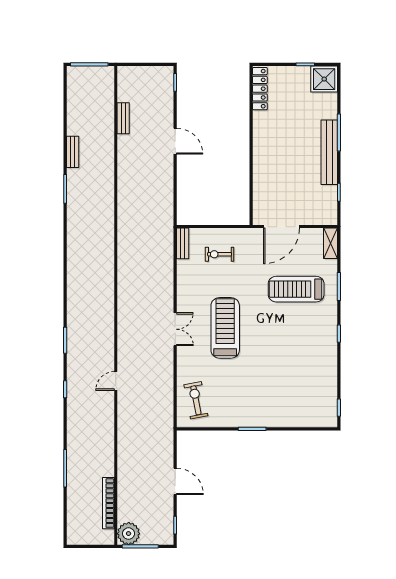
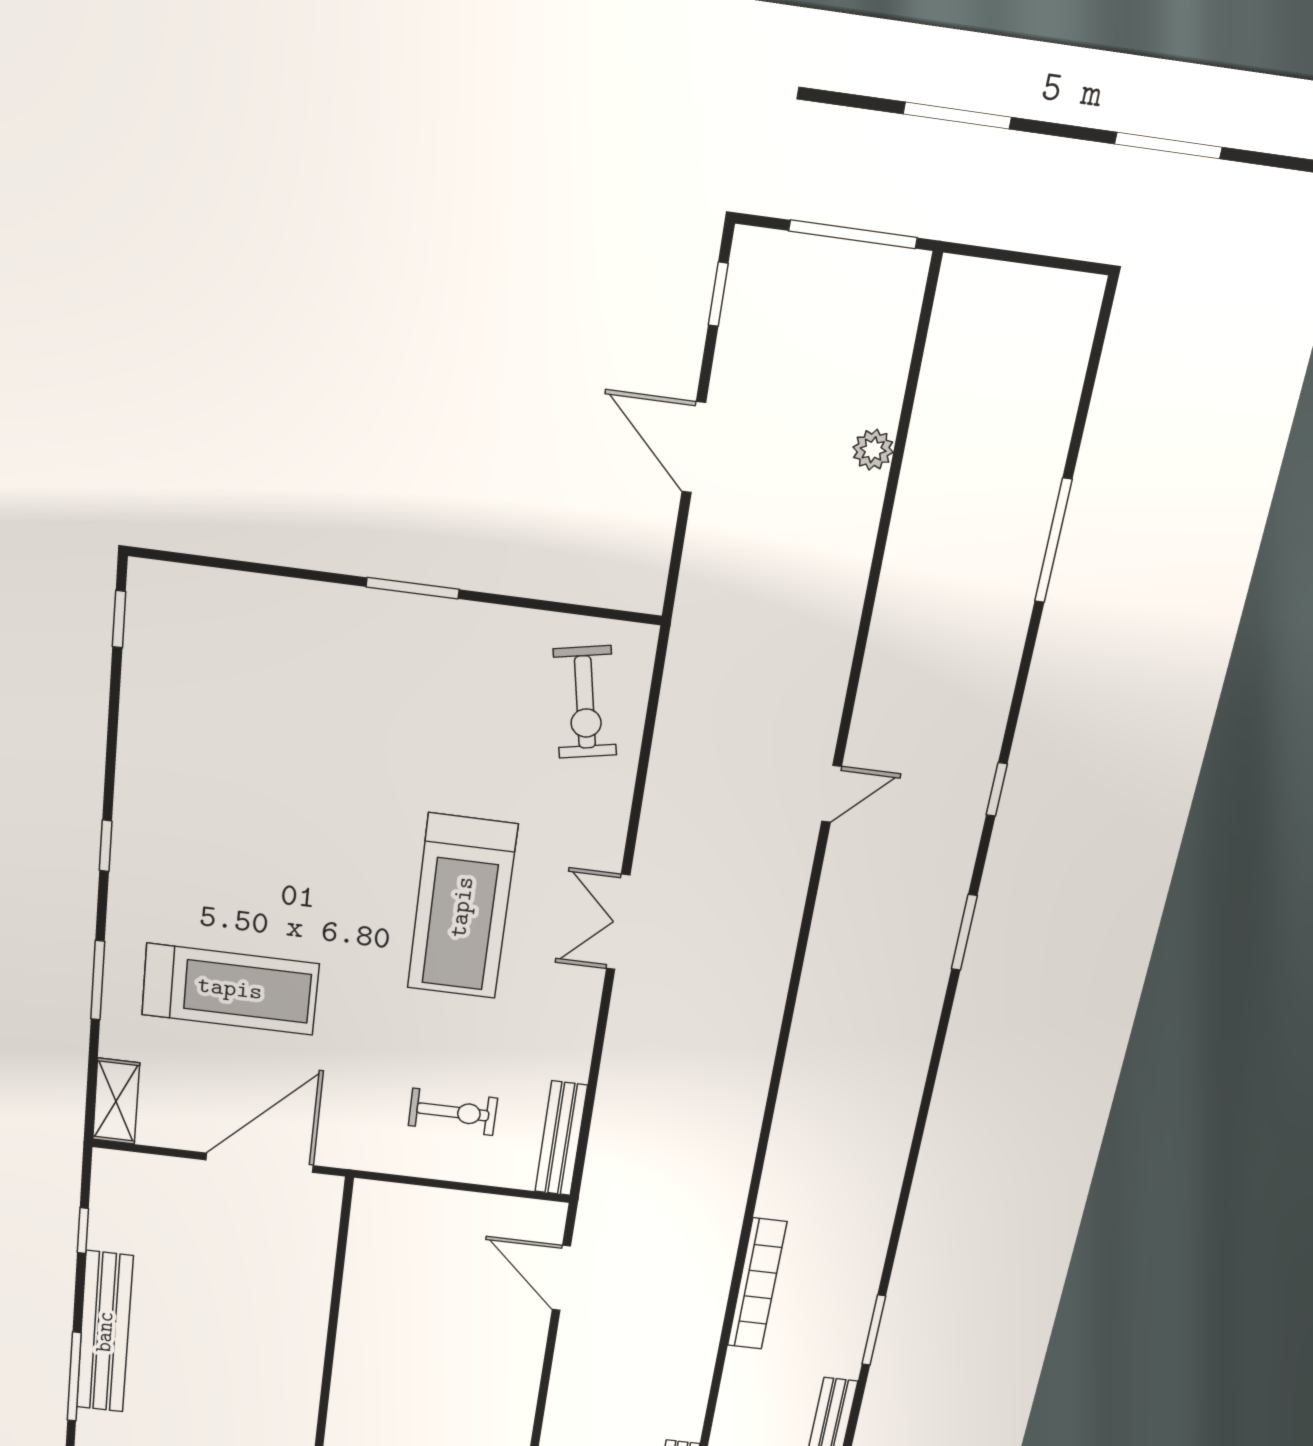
door: (175, 141) -> (561, 1278), moved
bench: (183, 243) -> (561, 1139), width x1.36
bookcase: (108, 503) -> (757, 1284), moved
plant: (129, 534) -> (873, 450), moved, width x0.53, depth x0.53

